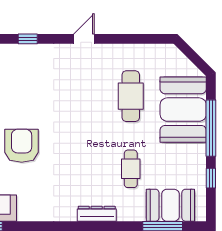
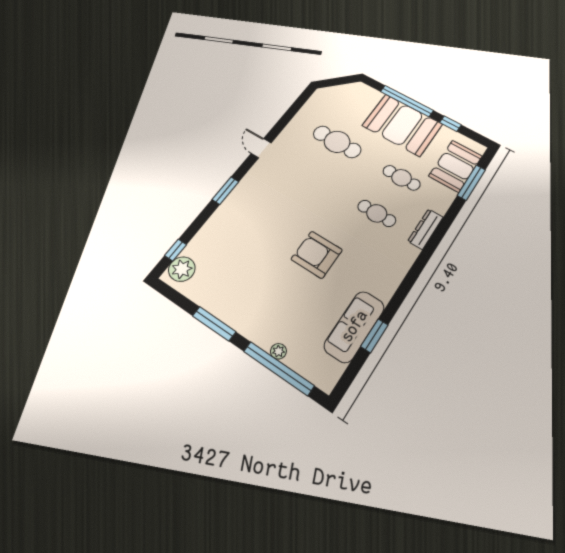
window: (28, 39) -> (226, 191), width x1.50
booth: (183, 110) -> (402, 125), moved
cafe table: (86, 169) -> (377, 213), added

